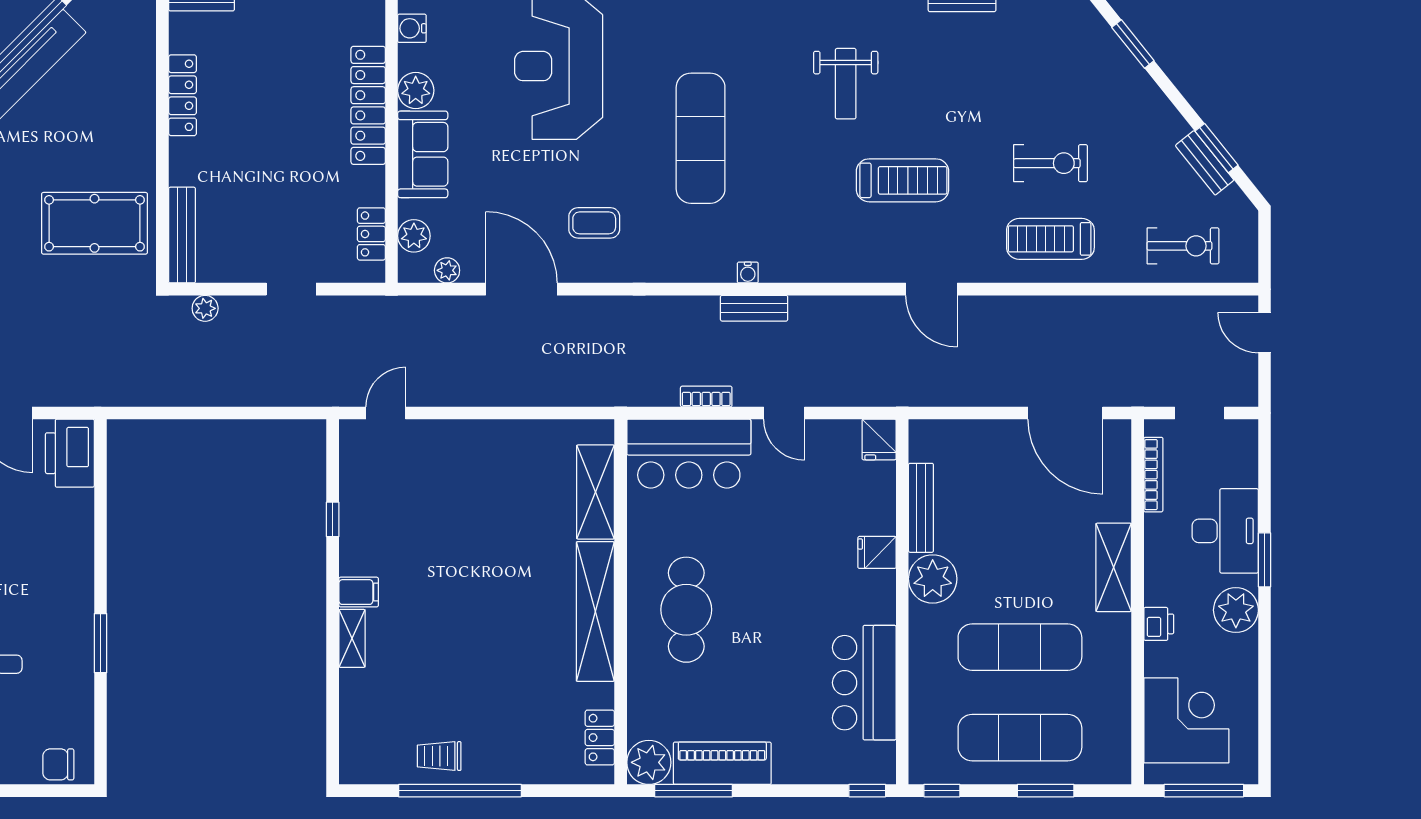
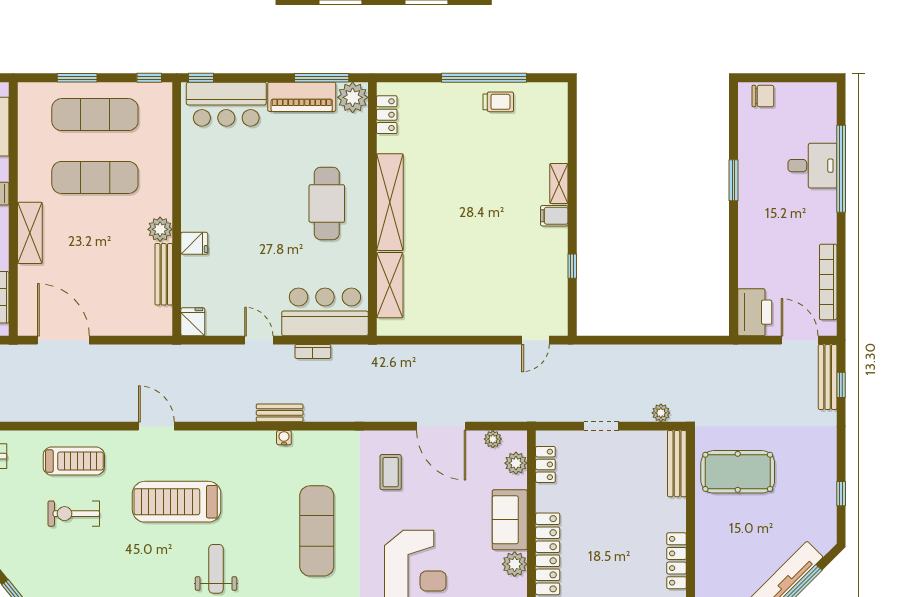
treadmill: (902, 180) -> (177, 502), width x1.37, depth x1.38
coffee table: (594, 223) -> (391, 472), turned 90
plant: (933, 579) -> (160, 229), width x0.73, depth x0.73
bar counter: (864, 683) -> (226, 104), moved, turned 90

